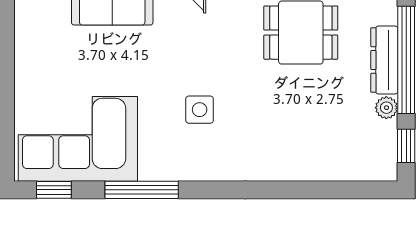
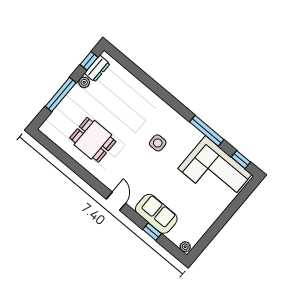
dresser: (384, 60) -> (97, 68), moved, width x0.70
window: (406, 60) -> (61, 94), width x0.68

